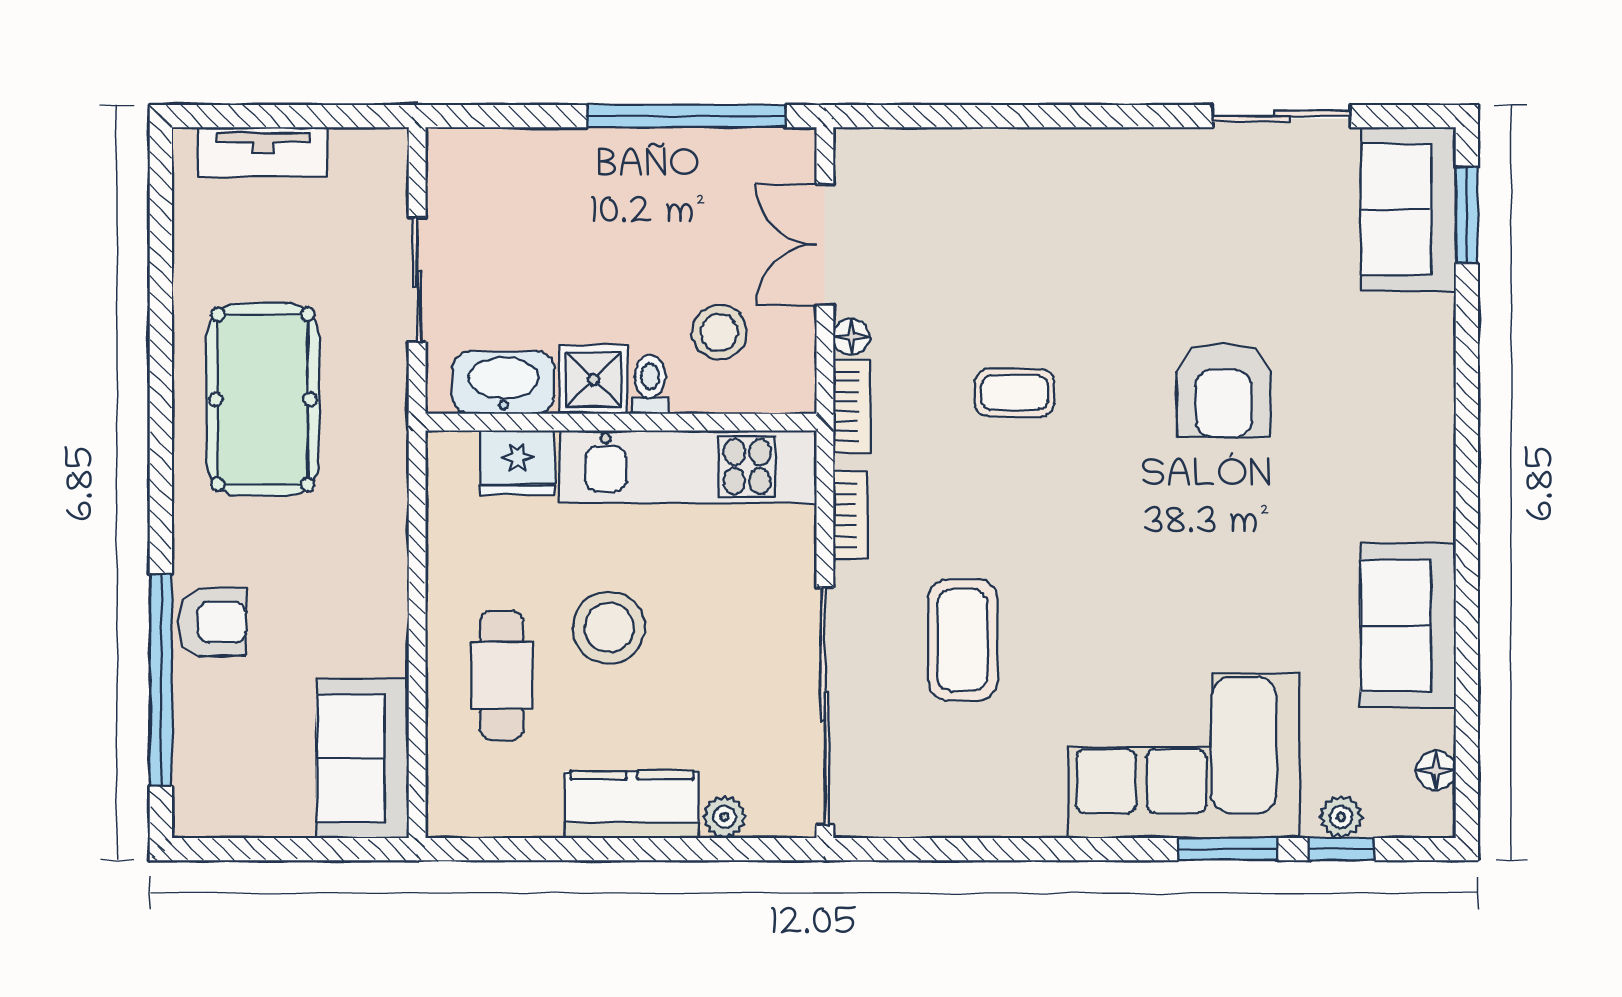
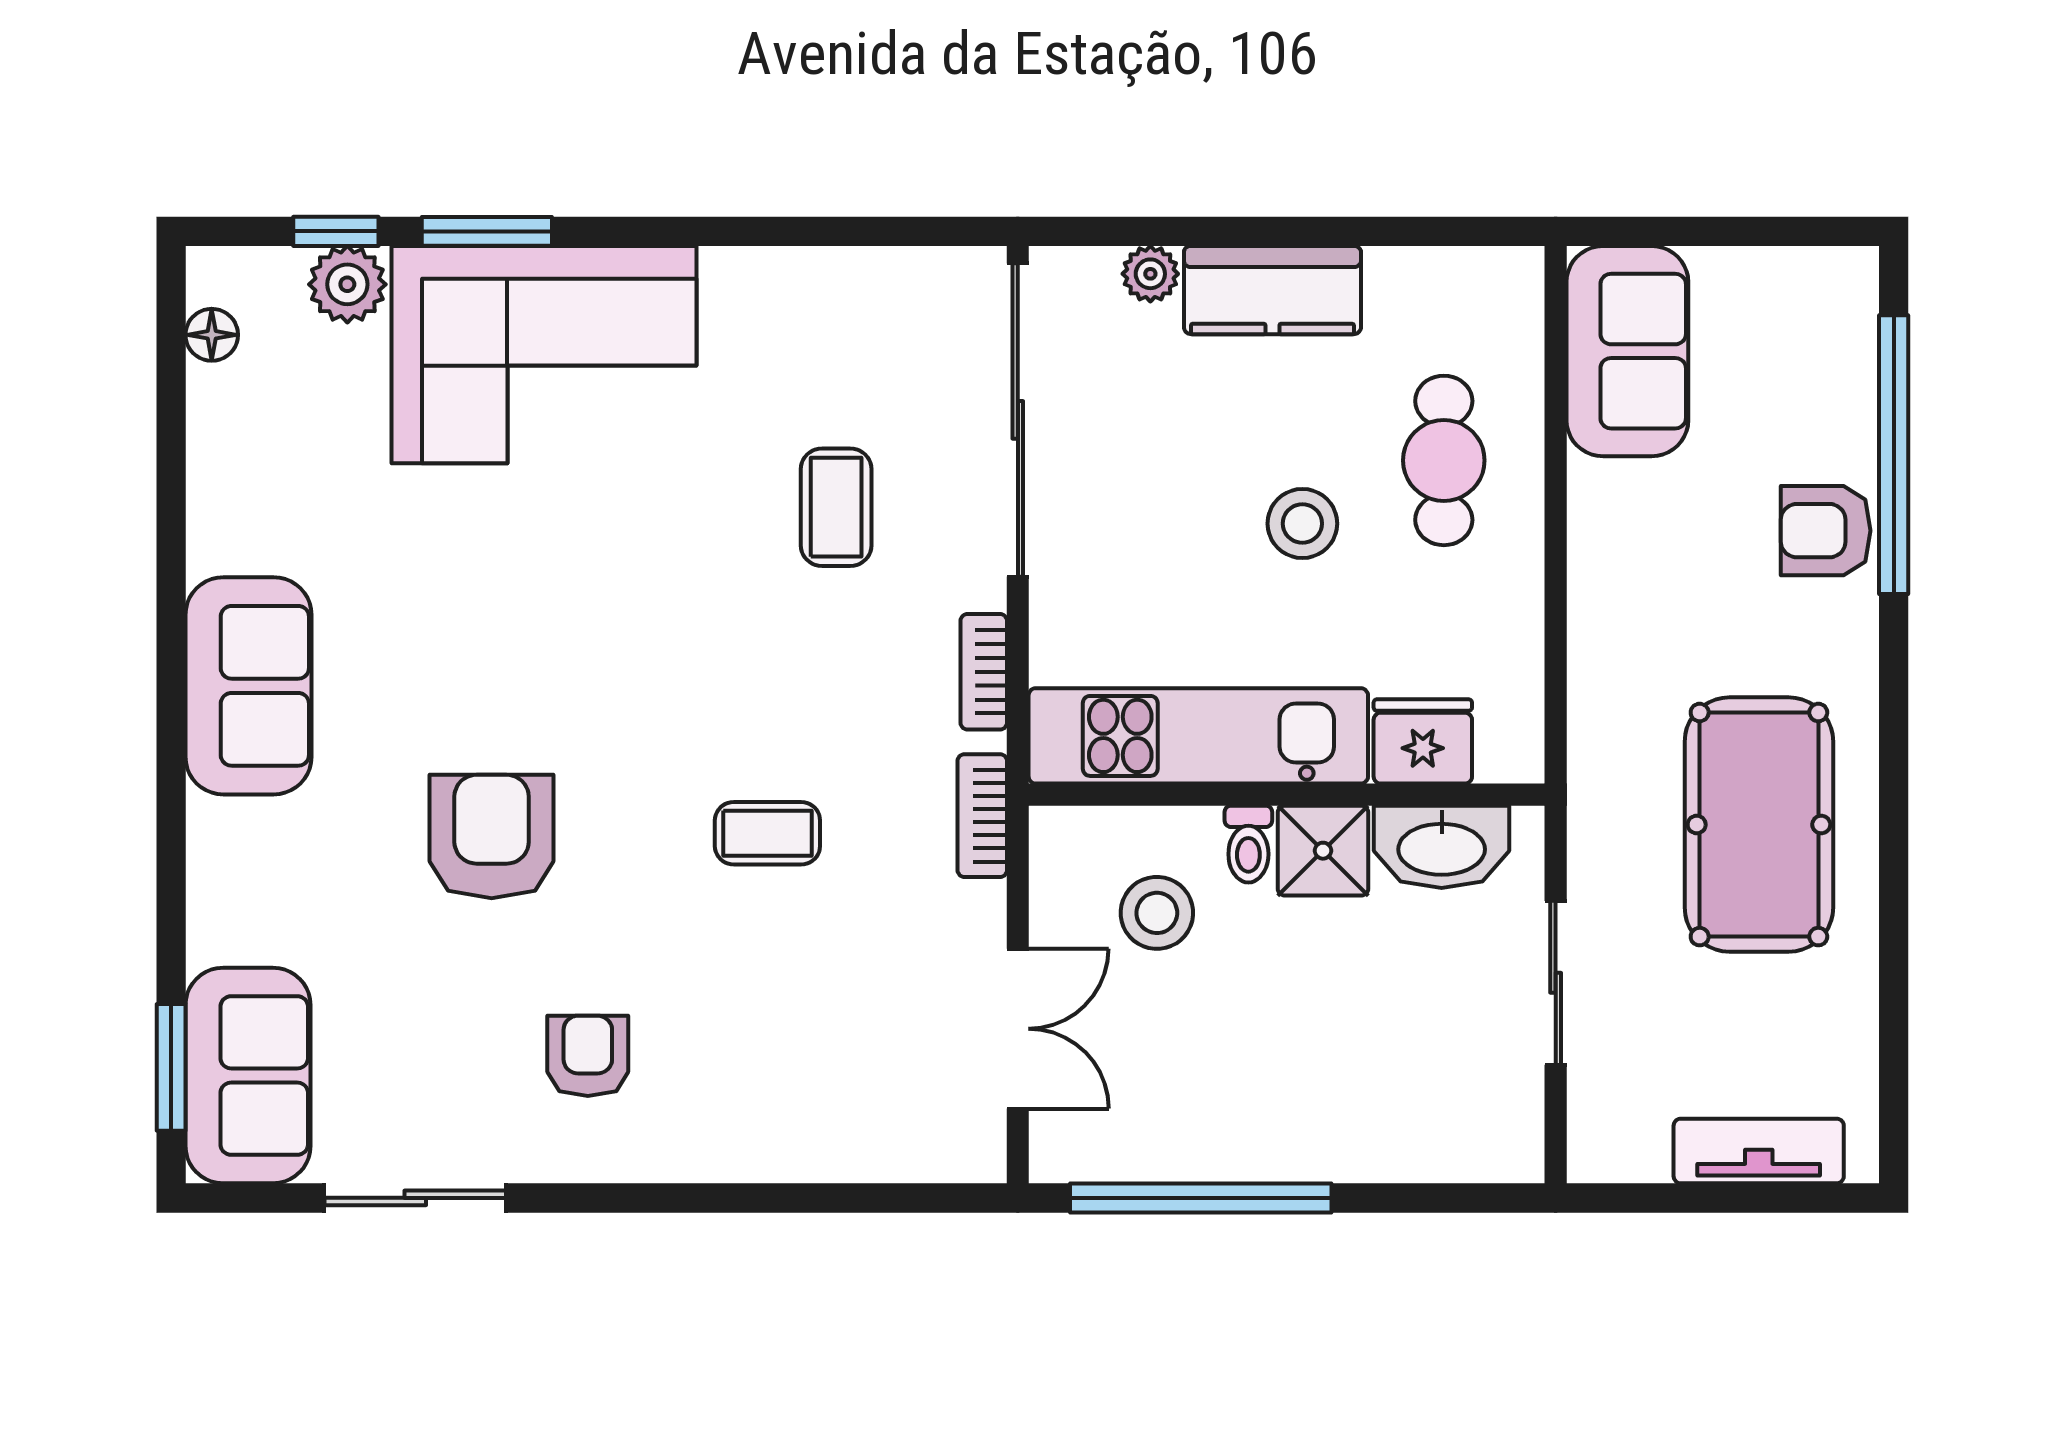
armchair: (1151, 224) -> (588, 1056), added
floor lamp: (851, 337) -> (983, 907), removed
sofa: (1408, 626) -> (249, 686), moved
stool: (609, 628) -> (1302, 524), width x0.73, depth x0.73
coffee table: (963, 640) -> (836, 507), width x0.73, depth x0.77
plant: (1341, 817) -> (347, 284), width x1.38, depth x1.38

